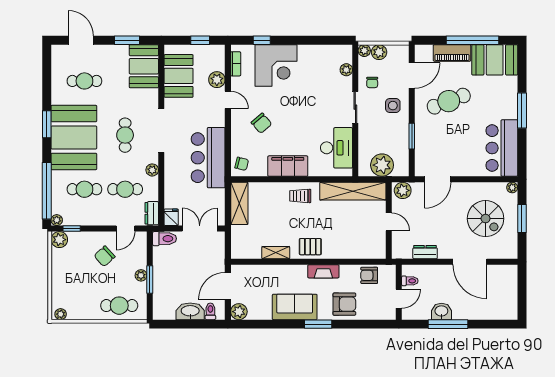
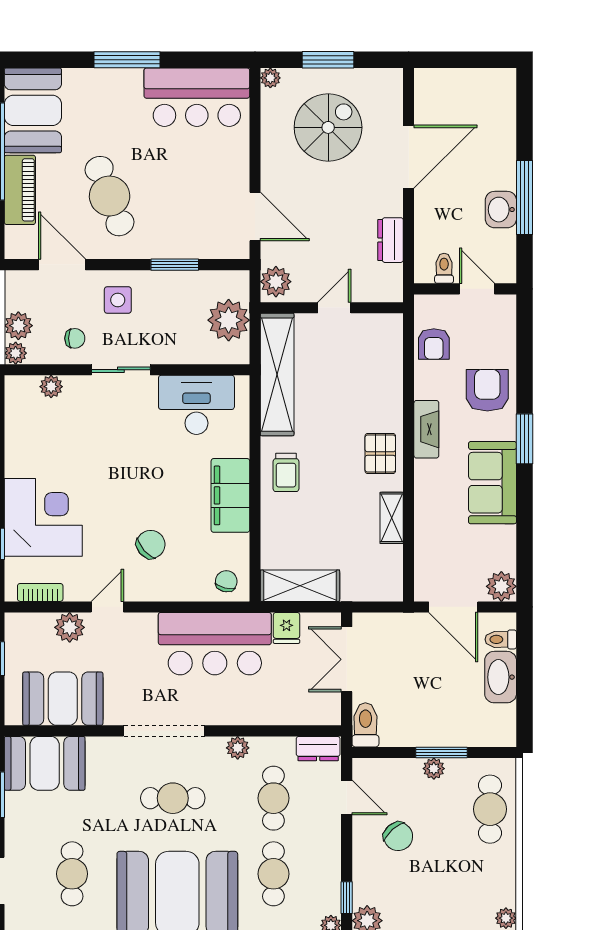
fridge: (171, 217) -> (286, 628), moved, turned -90

